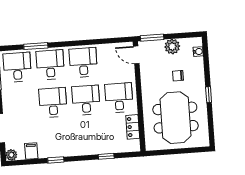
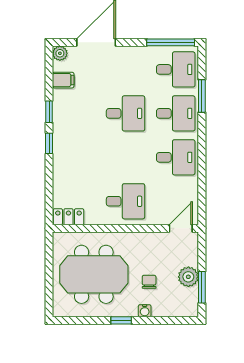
window: (152, 38) -> (202, 287), moved
water cooler: (198, 52) -> (145, 311), moved
desk: (86, 100) -> (125, 157), removed
locker: (133, 127) -> (68, 217), moved
window: (106, 156) -> (49, 143), moved

